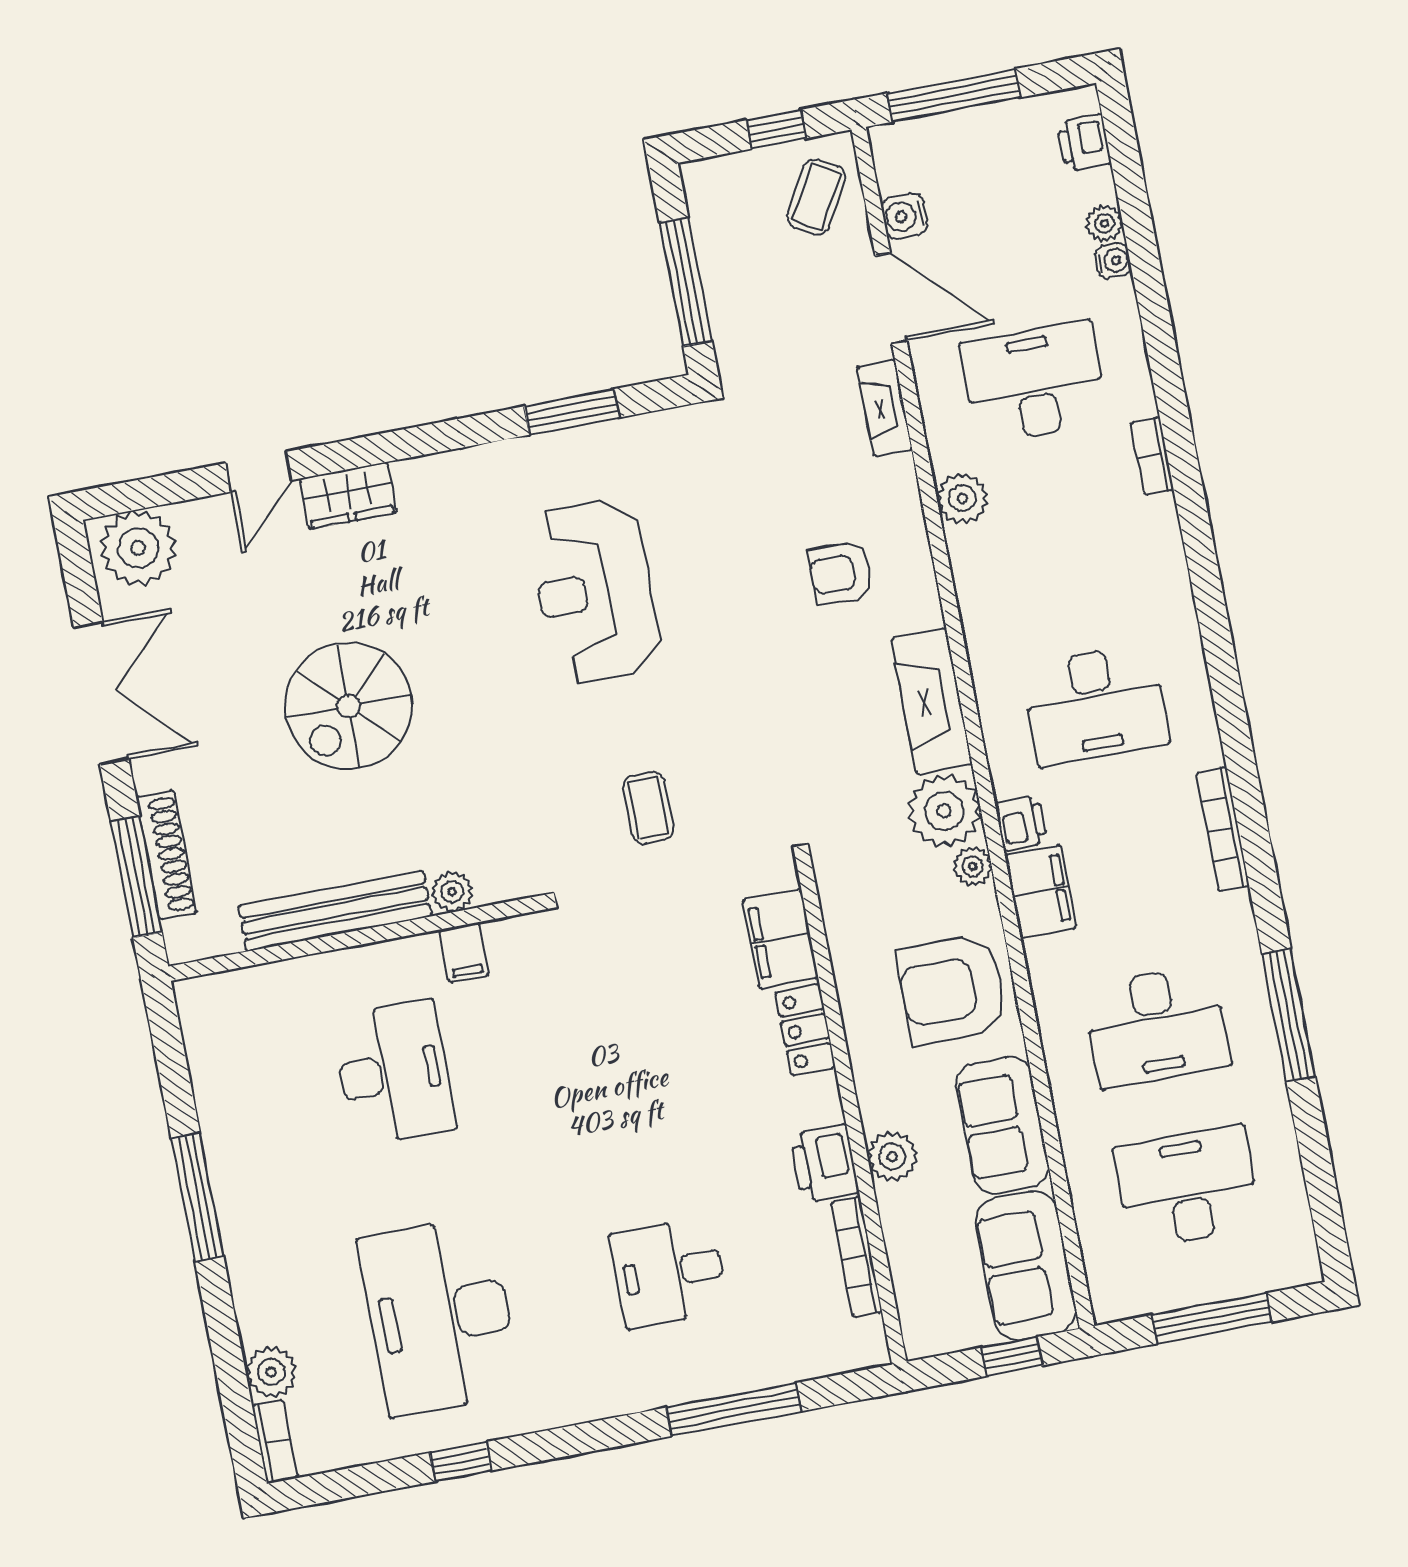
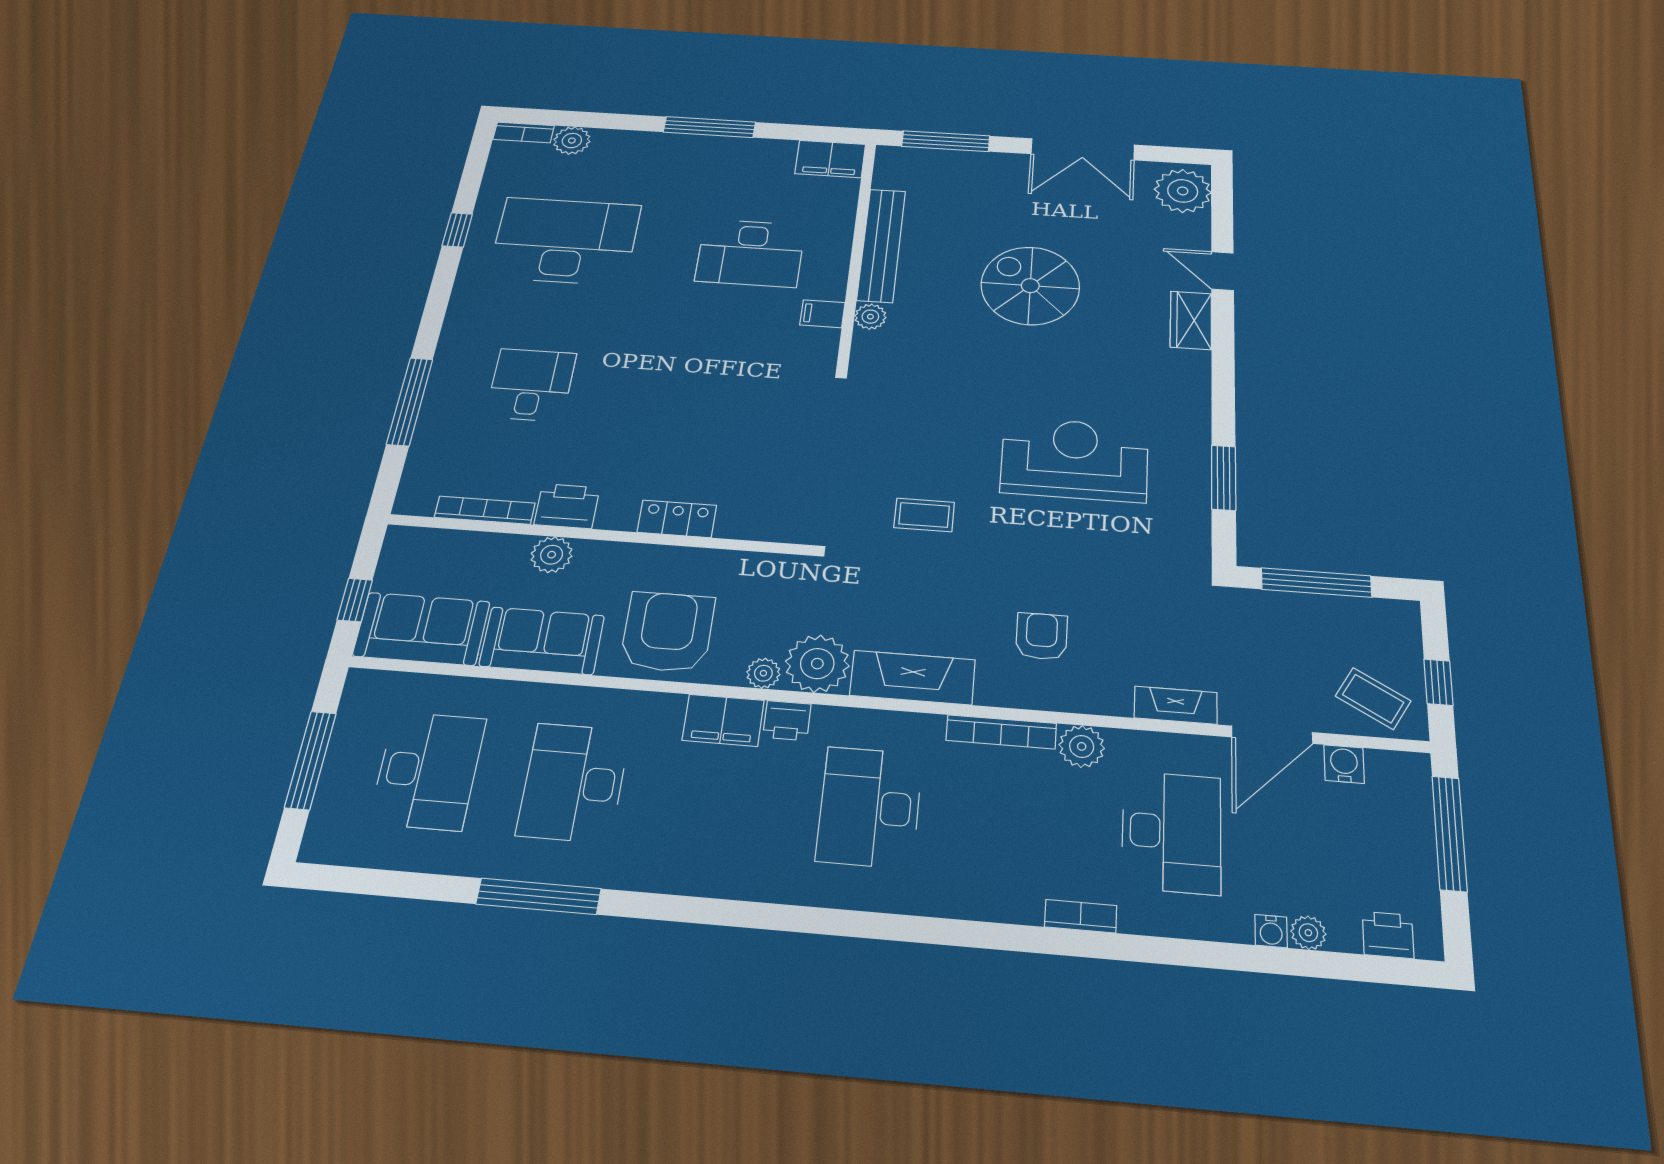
coffee table: (648, 808) -> (924, 515), moved
bookcase: (1223, 829) -> (1001, 732), moved, turned 180
shoe rack: (166, 855) -> (955, 160), removed
filing cabinet: (780, 939) -> (830, 159), moved, turned 180

